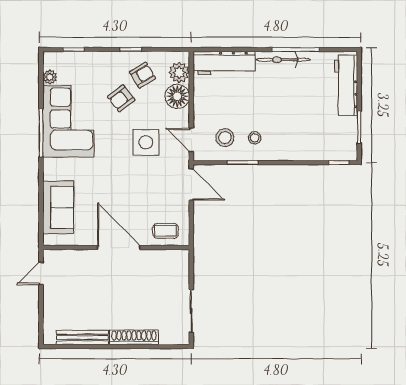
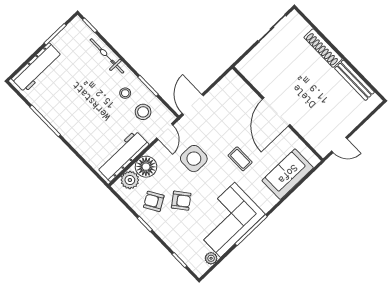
bicycle: (283, 60) -> (107, 56), moved, turned 180
workbench: (224, 63) -> (123, 156), moved, turned -90
coffee table: (166, 231) -> (240, 159), moved

